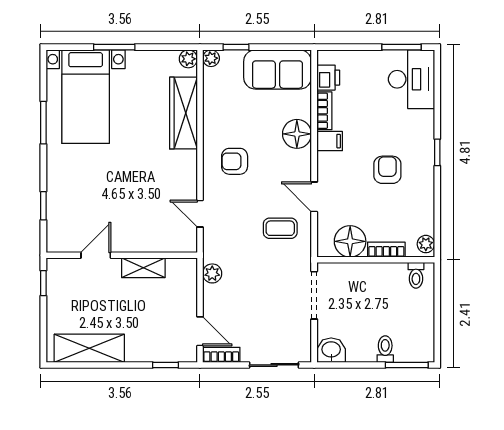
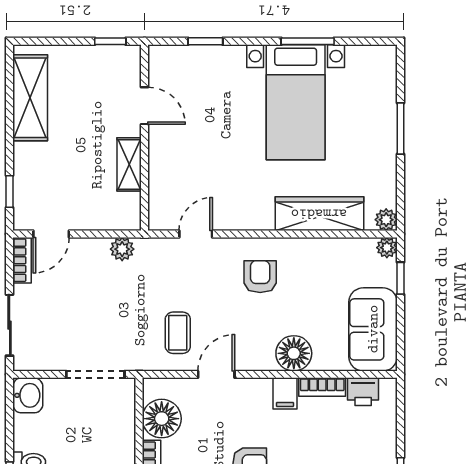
bed with nightstands: (86, 97) -> (296, 102), moved, turned -90

